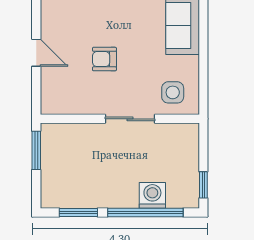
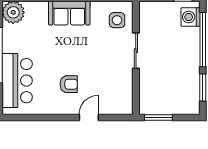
armchair: (104, 59) -> (69, 84), moved, turned -90
washing machine: (152, 195) -> (191, 17), moved

